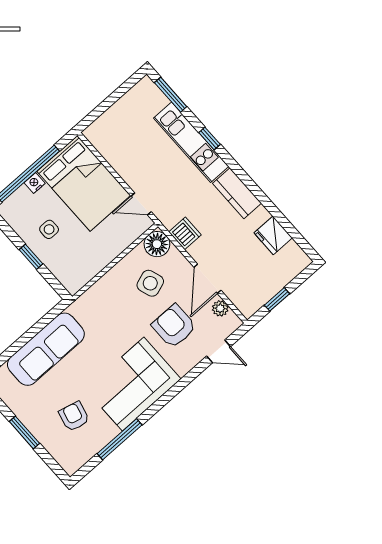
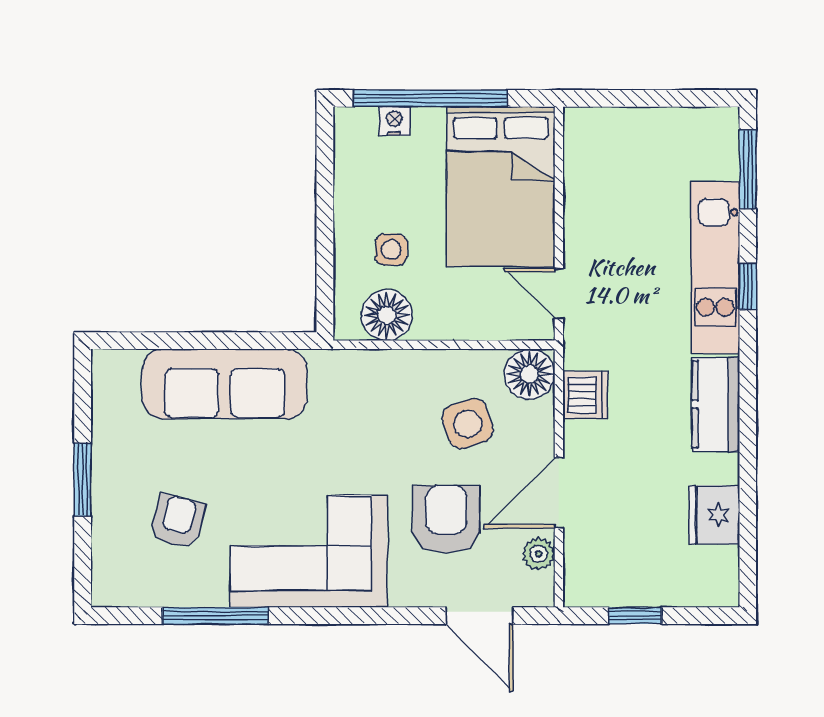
nightstand: (35, 183) -> (394, 121), moved
side table: (49, 229) -> (391, 250), moved
window: (31, 257) -> (325, 226), removed
floor lamp: (84, 269) -> (387, 315), added
door: (219, 351) -> (479, 616), width x1.38

